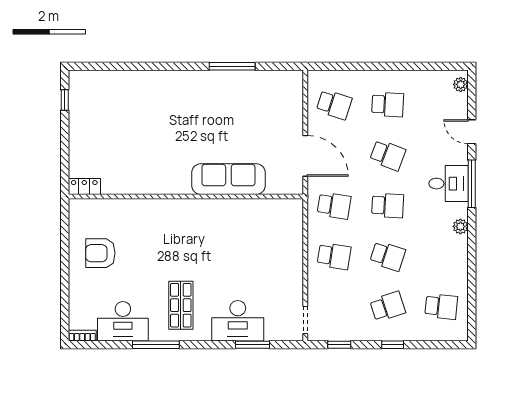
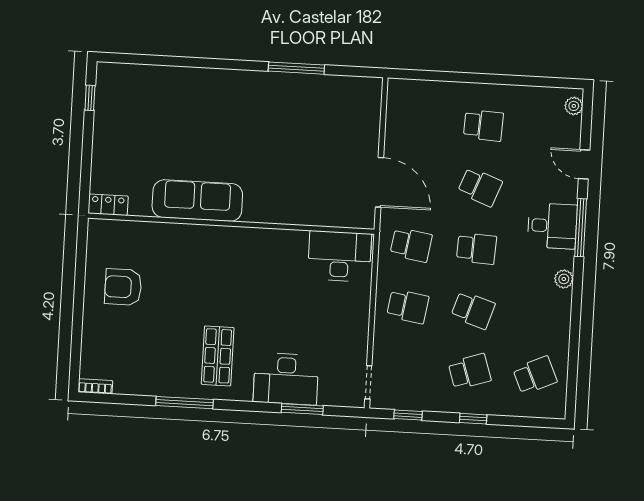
school desk: (334, 105) -> (418, 122), removed
sofa: (228, 179) -> (197, 201), moved
school desk: (441, 307) -> (535, 375), turned -30
desk: (123, 321) -> (340, 256), moved, turned 180

